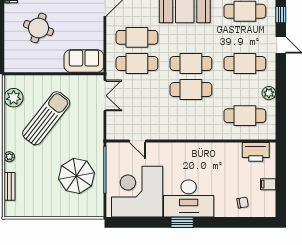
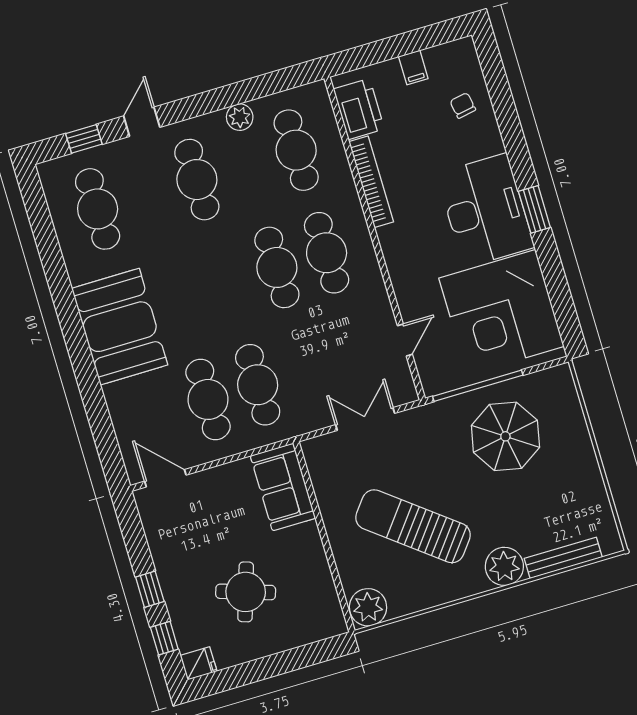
cafe table: (191, 63) -> (327, 253), moved
double door: (105, 96) -> (365, 419), moved
plant: (14, 98) -> (368, 607), moved
bookcase: (219, 147) -> (371, 182), added
plant: (9, 157) -> (504, 566), width x1.87, depth x1.87
bench: (9, 186) -> (563, 558), width x1.36

